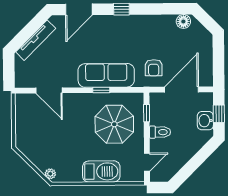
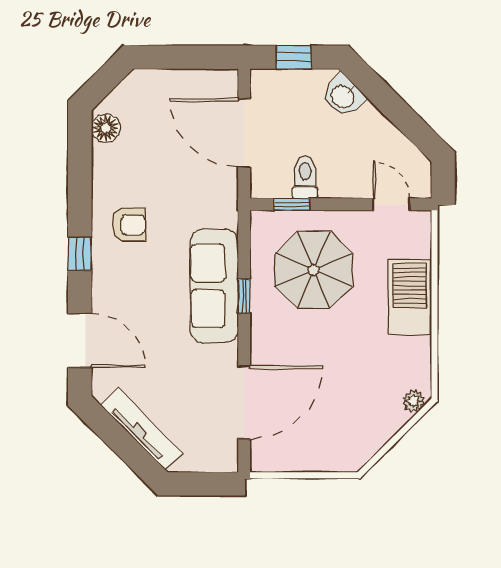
armchair: (154, 68) -> (128, 225), moved
door: (49, 90) -> (244, 402), width x1.36
washbasin: (205, 121) -> (343, 96), moved, turned 45
toilet: (160, 132) -> (305, 177), moved

